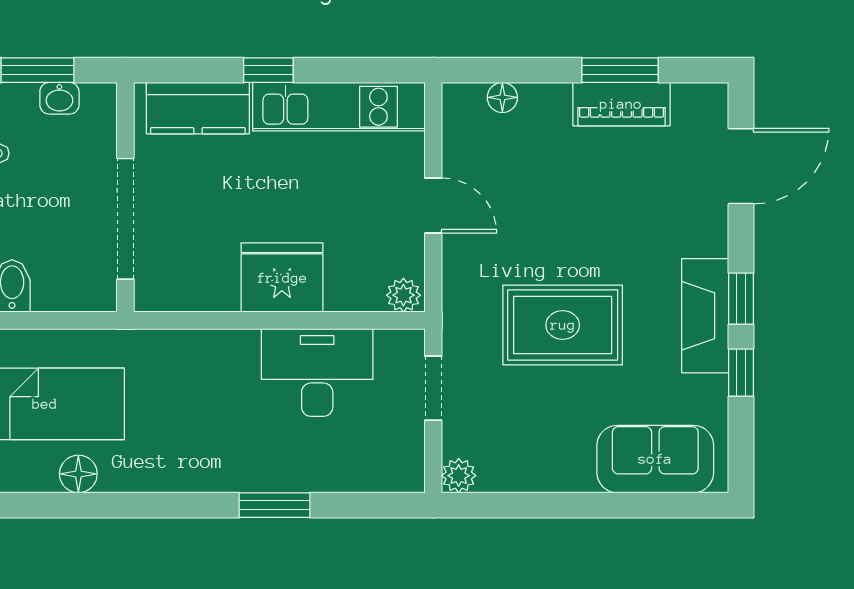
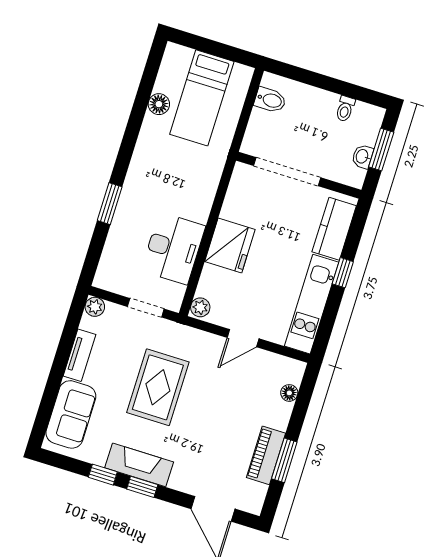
tv unit: (550, 476) -> (80, 355), added

